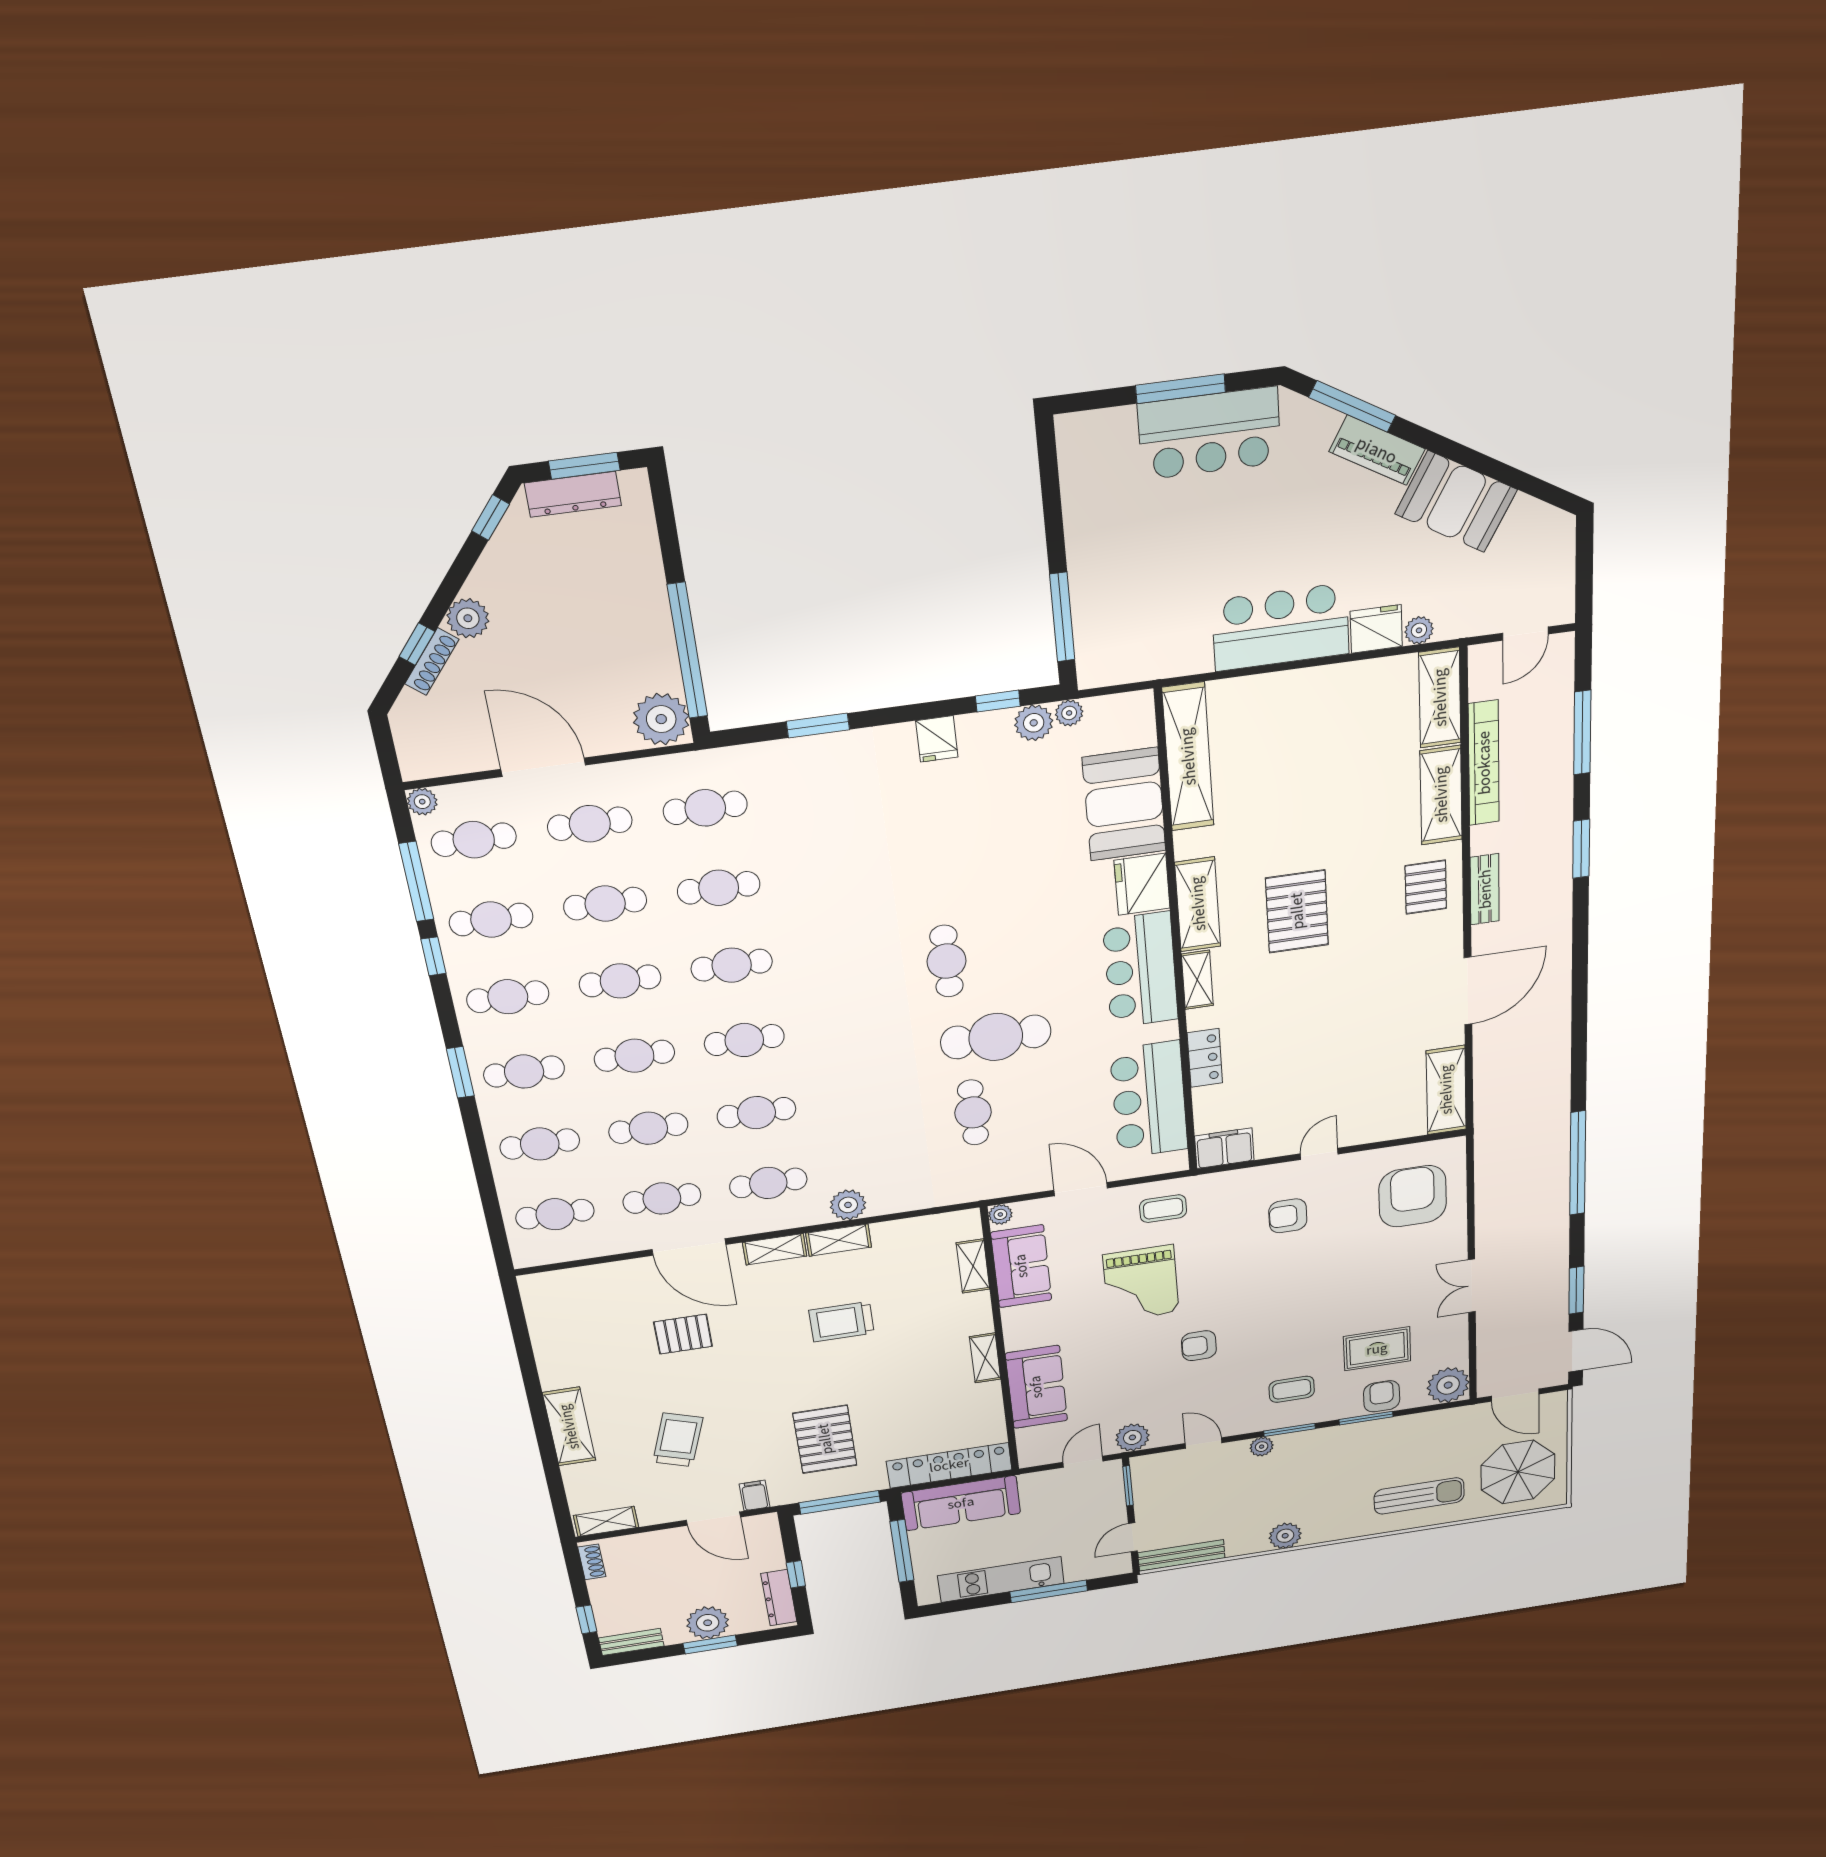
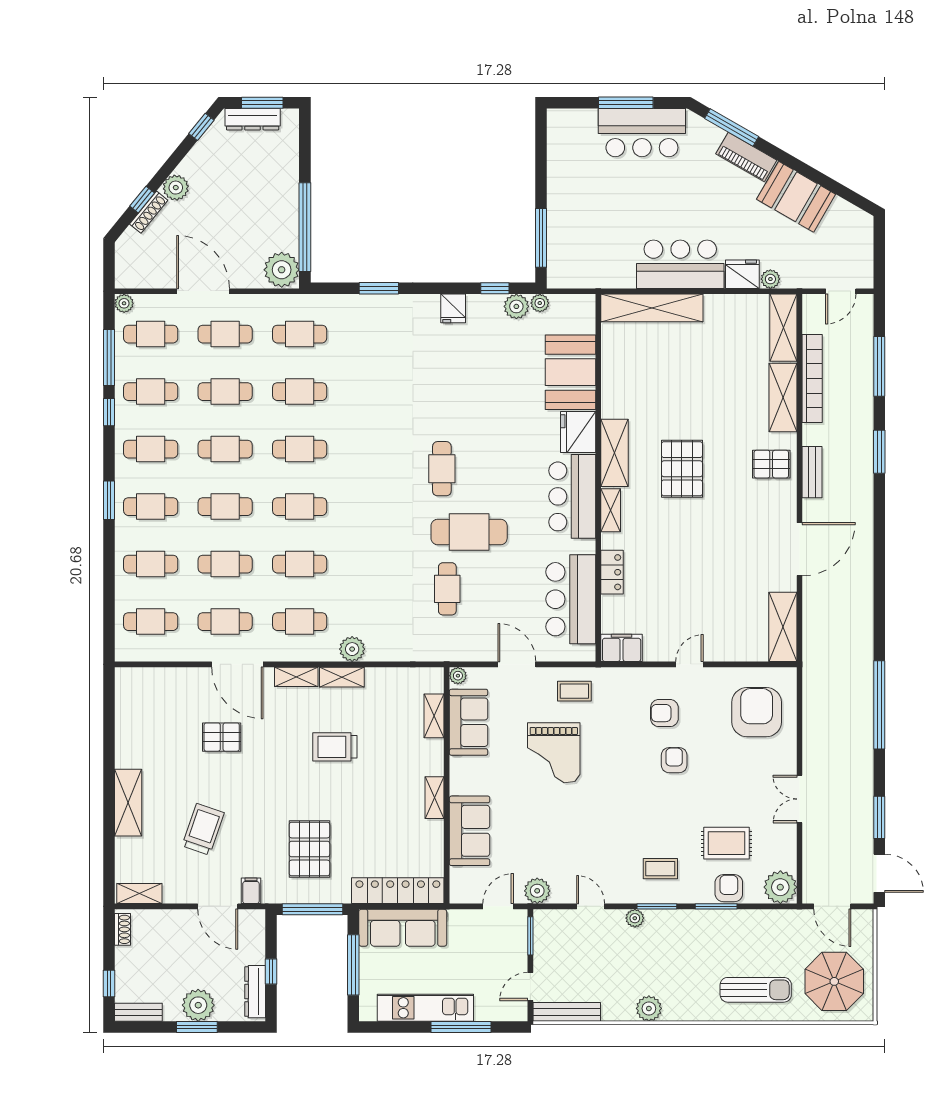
shelving: (1188, 757) -> (652, 308), moved, turned 90
pallet: (1426, 887) -> (771, 464), turned 90
armchair: (1199, 1346) -> (674, 760), moved, turned 90

